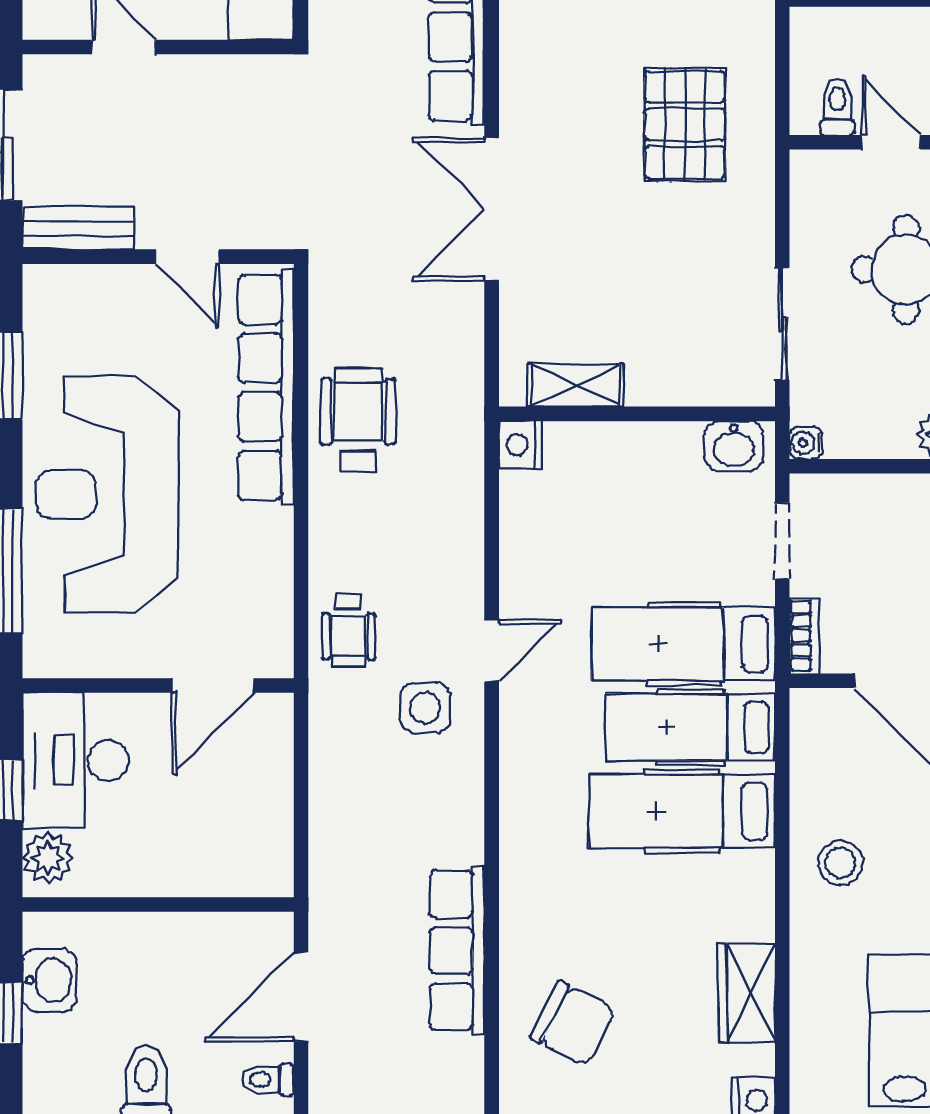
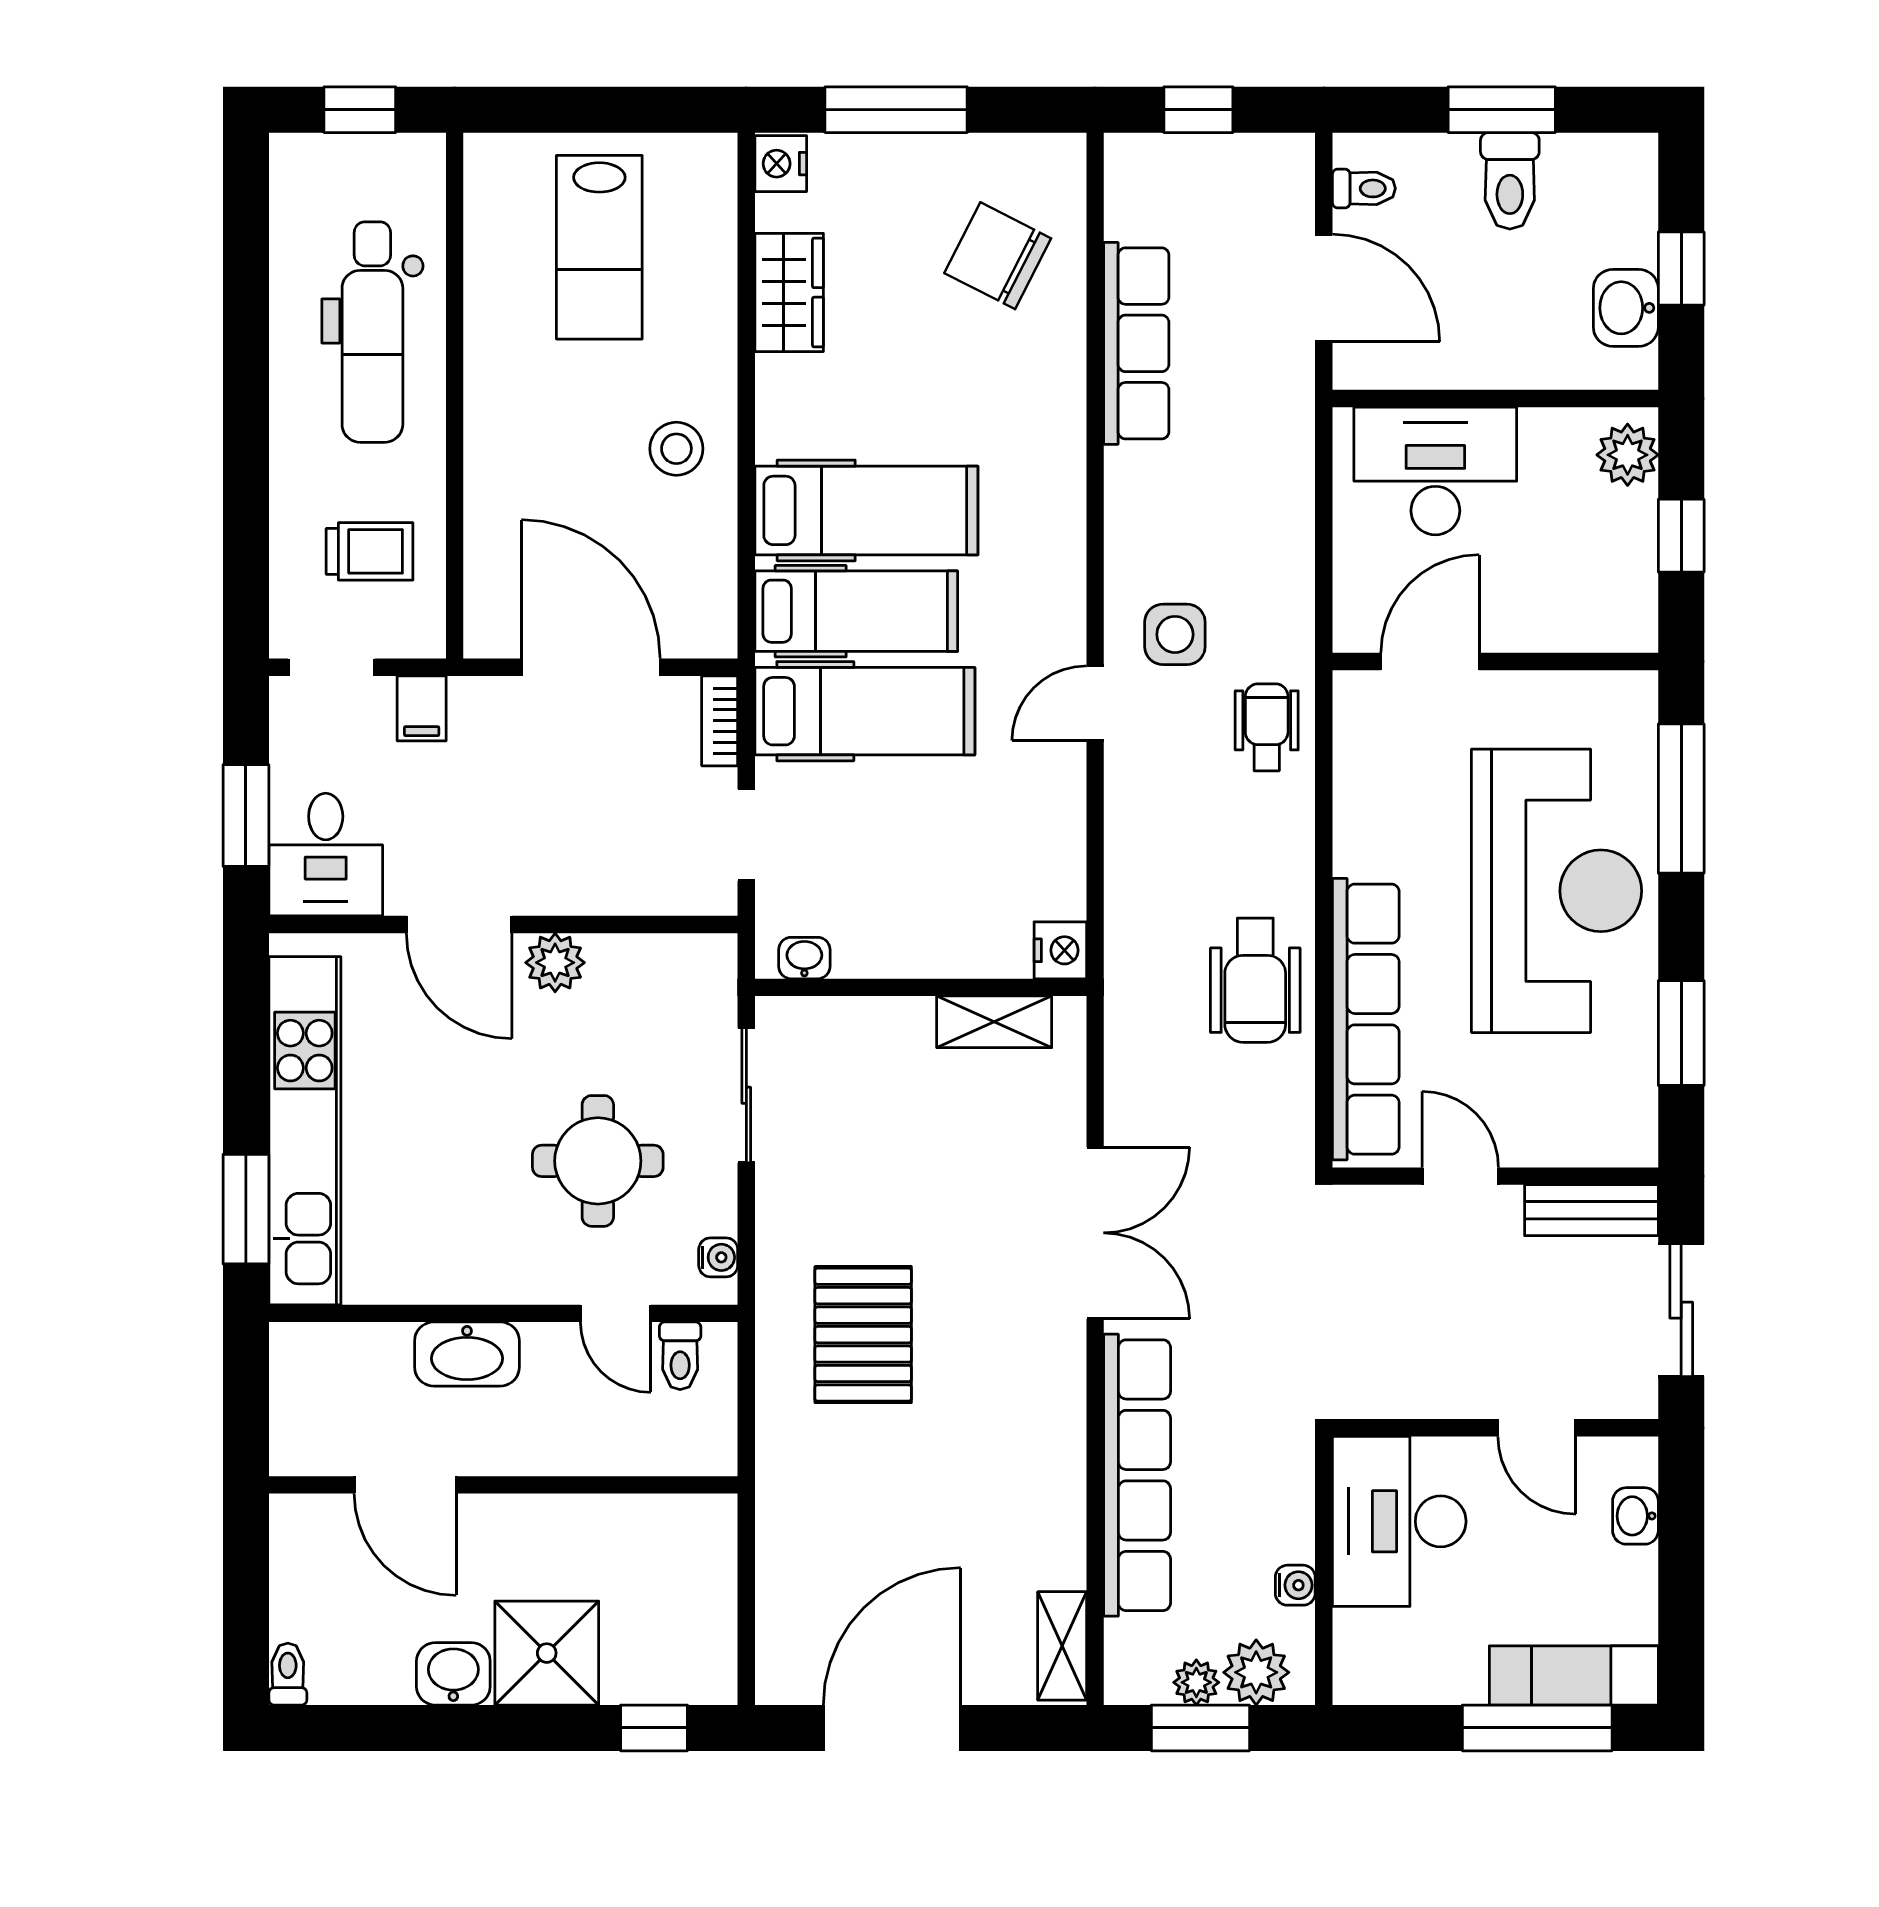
water cooler: (806, 443) -> (718, 1257), moved
washbasin: (734, 446) -> (804, 958), width x0.72, depth x0.69
desk: (76, 760) -> (1435, 471), moved, turned -90
door: (301, 997) -> (1324, 288), hinge flipped

